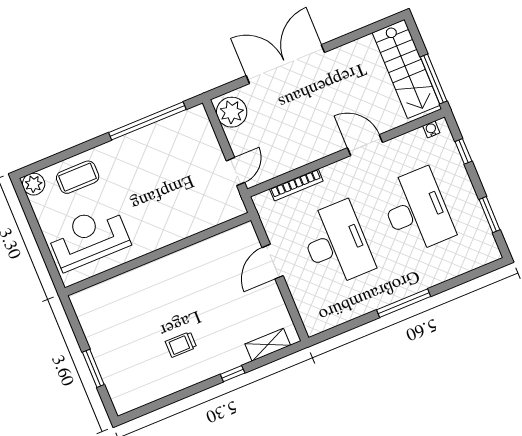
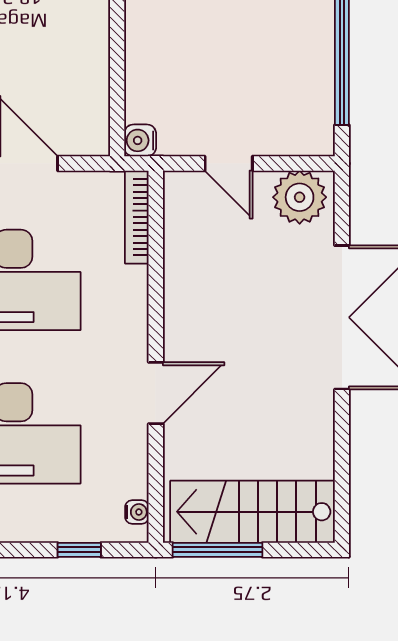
door: (236, 172) -> (229, 164), moved
bookcase: (296, 185) -> (137, 217), moved
water cooler: (236, 208) -> (140, 140), added

